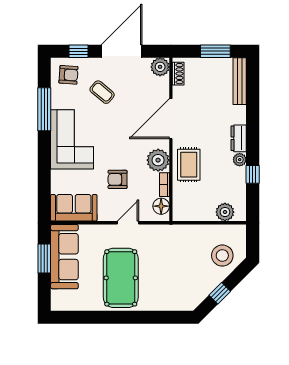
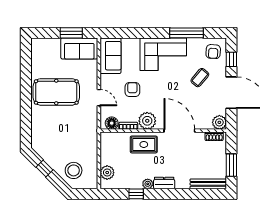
sofa: (64, 257) -> (79, 48), width x0.73

